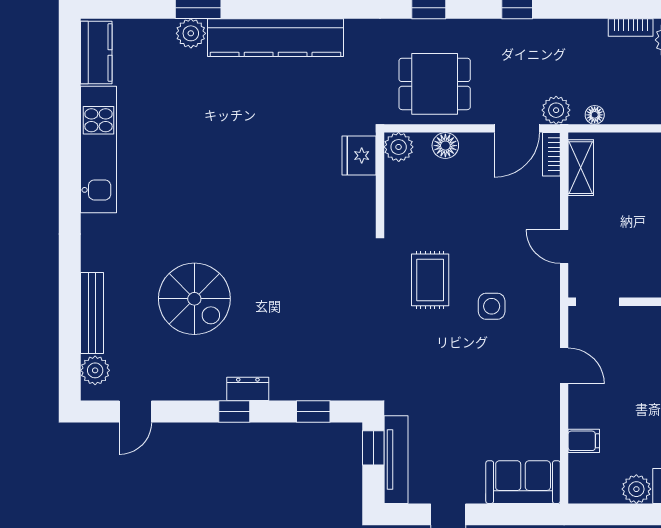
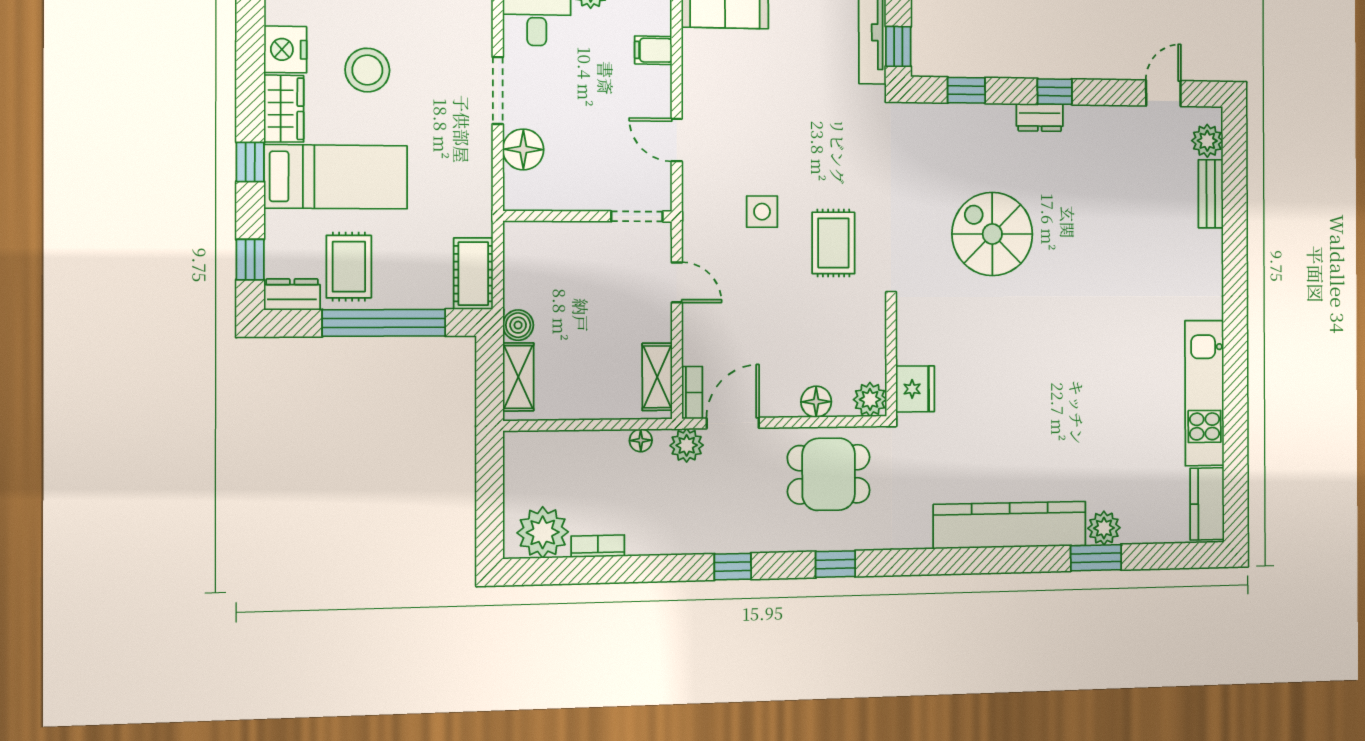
spiral stairs: (194, 299) -> (992, 234), moved
bench: (92, 313) -> (1211, 194), width x0.73

